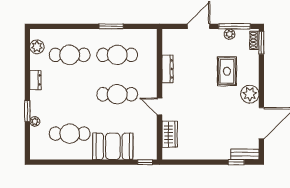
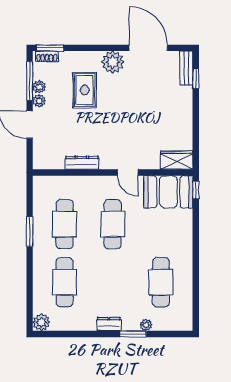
plant: (218, 34) -> (39, 101), added
plant: (37, 47) -> (41, 322), moved
rug: (227, 71) -> (85, 90), turned 90
dresser: (35, 80) -> (109, 324), moved
door: (159, 106) -> (128, 172), hinge flipped
wardrobe: (170, 134) -> (177, 160), moved
booth: (113, 146) -> (168, 192), moved, turned 90

